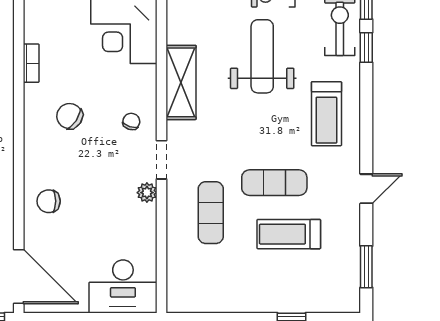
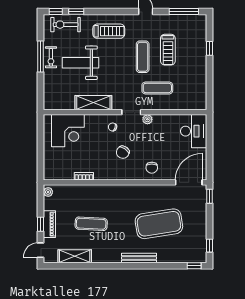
chair: (70, 116) -> (123, 152), moved
window: (366, 267) -> (184, 12), width x1.44

